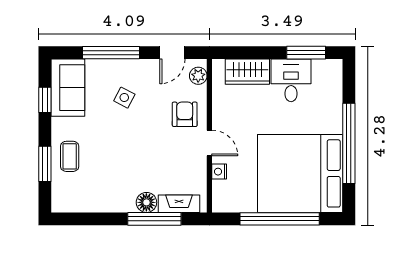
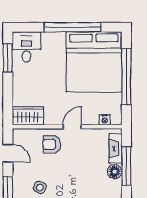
wardrobe: (247, 72) -> (28, 116), moved, turned -90
plant: (198, 76) -> (24, 135), removed
desk: (291, 80) -> (26, 47), moved, turned 90
nightstand: (219, 172) -> (105, 120), moved

